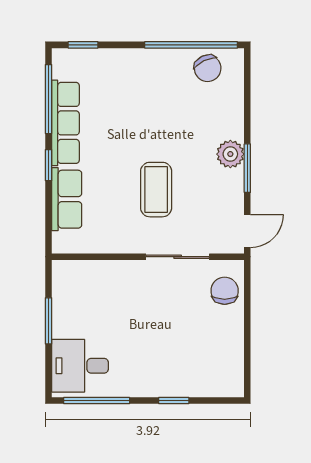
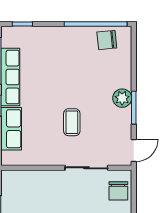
chair: (208, 68) -> (107, 40), turned 110
coffee table: (156, 190) -> (72, 122), width x0.73, depth x0.77
chair: (225, 291) -> (118, 191), turned 180

